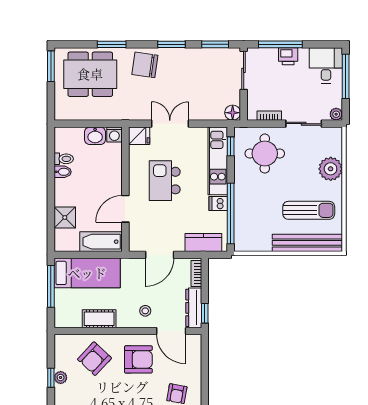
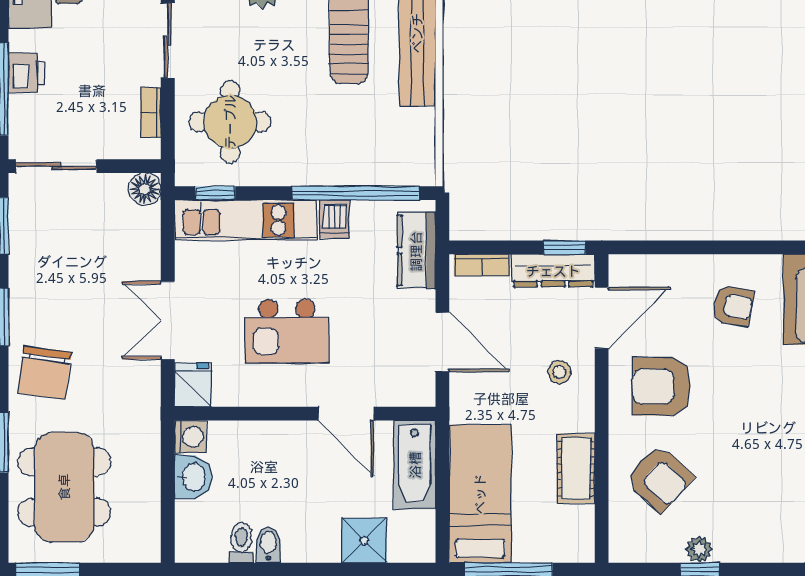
armchair: (138, 359) -> (661, 386), turned -90

